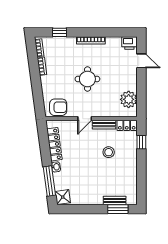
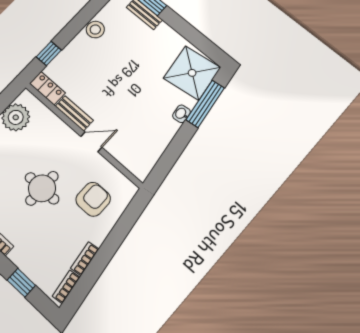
armchair: (58, 107) -> (93, 199), moved, turned 90
locker: (54, 144) -> (158, 143), removed
stool: (109, 152) -> (95, 30), moved
shower: (63, 197) -> (192, 73), width x1.86, depth x1.86

